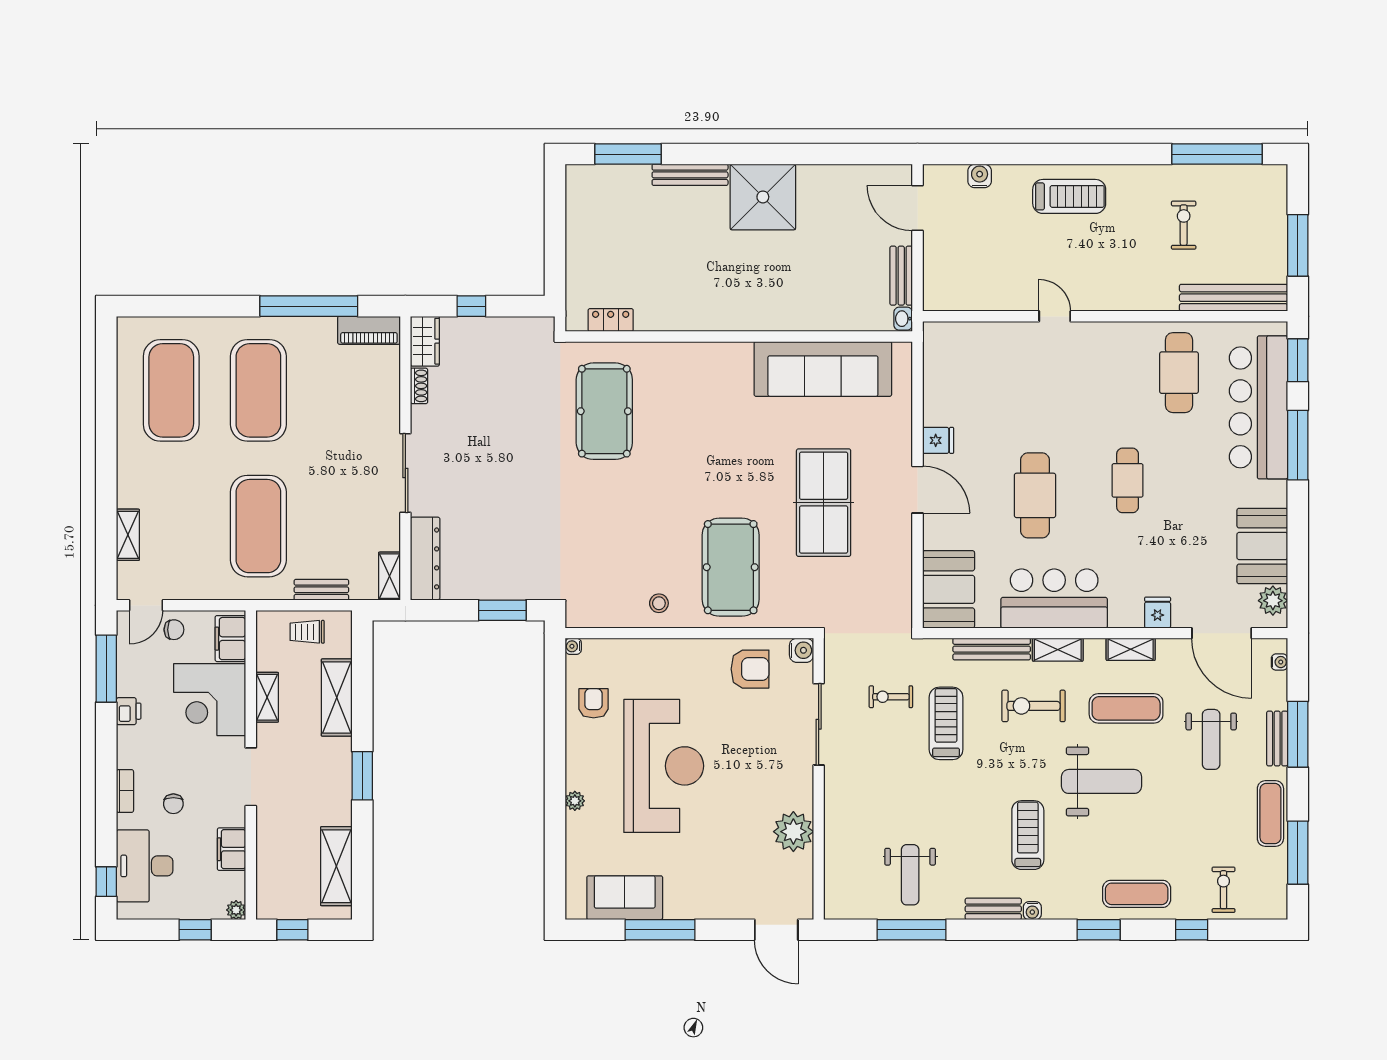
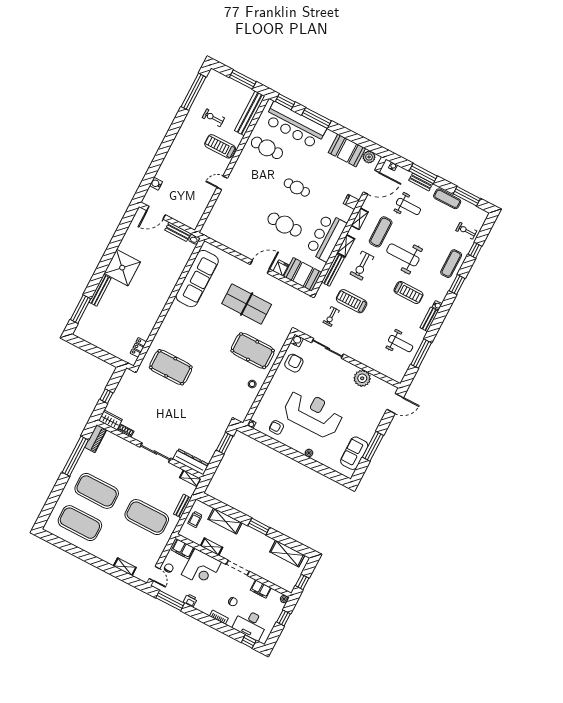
treadmill: (1069, 196) -> (220, 146), moved, turned -90
fridge: (938, 440) -> (281, 268), moved
weight bench: (1102, 781) -> (403, 255), turned -90
treadmill: (1028, 835) -> (409, 292), turned 180

